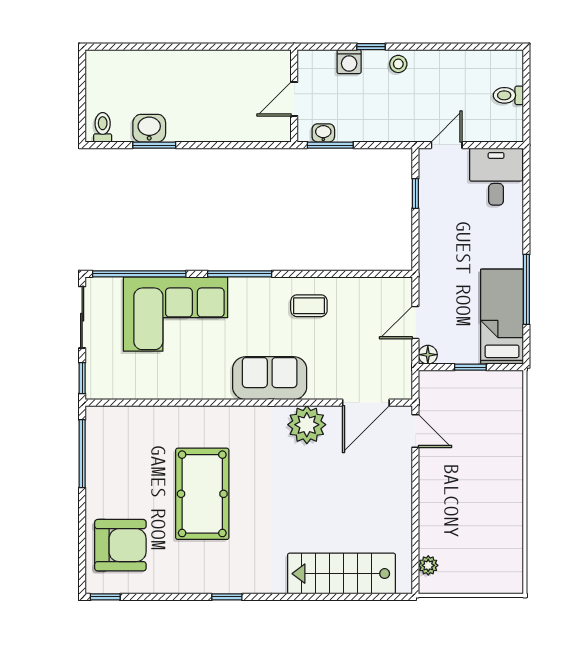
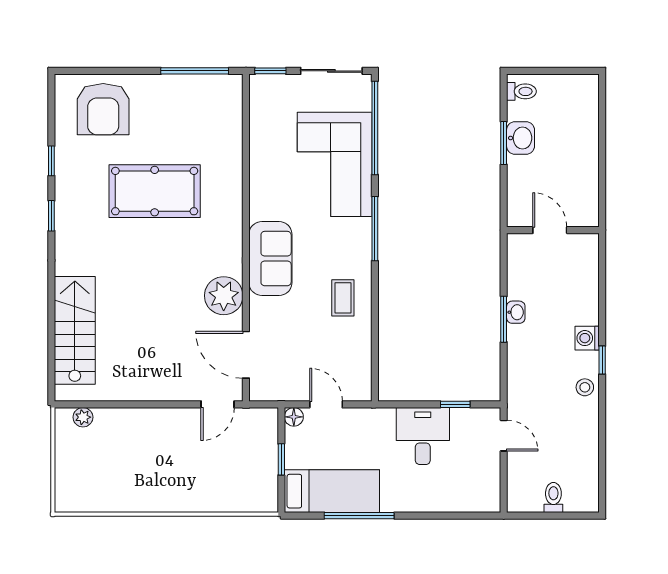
wall: (294, 96) -> (553, 230), moved
door: (294, 99) -> (550, 230), moved
desk: (496, 177) -> (423, 436), moved, turned -90
window: (105, 597) -> (51, 161), moved

